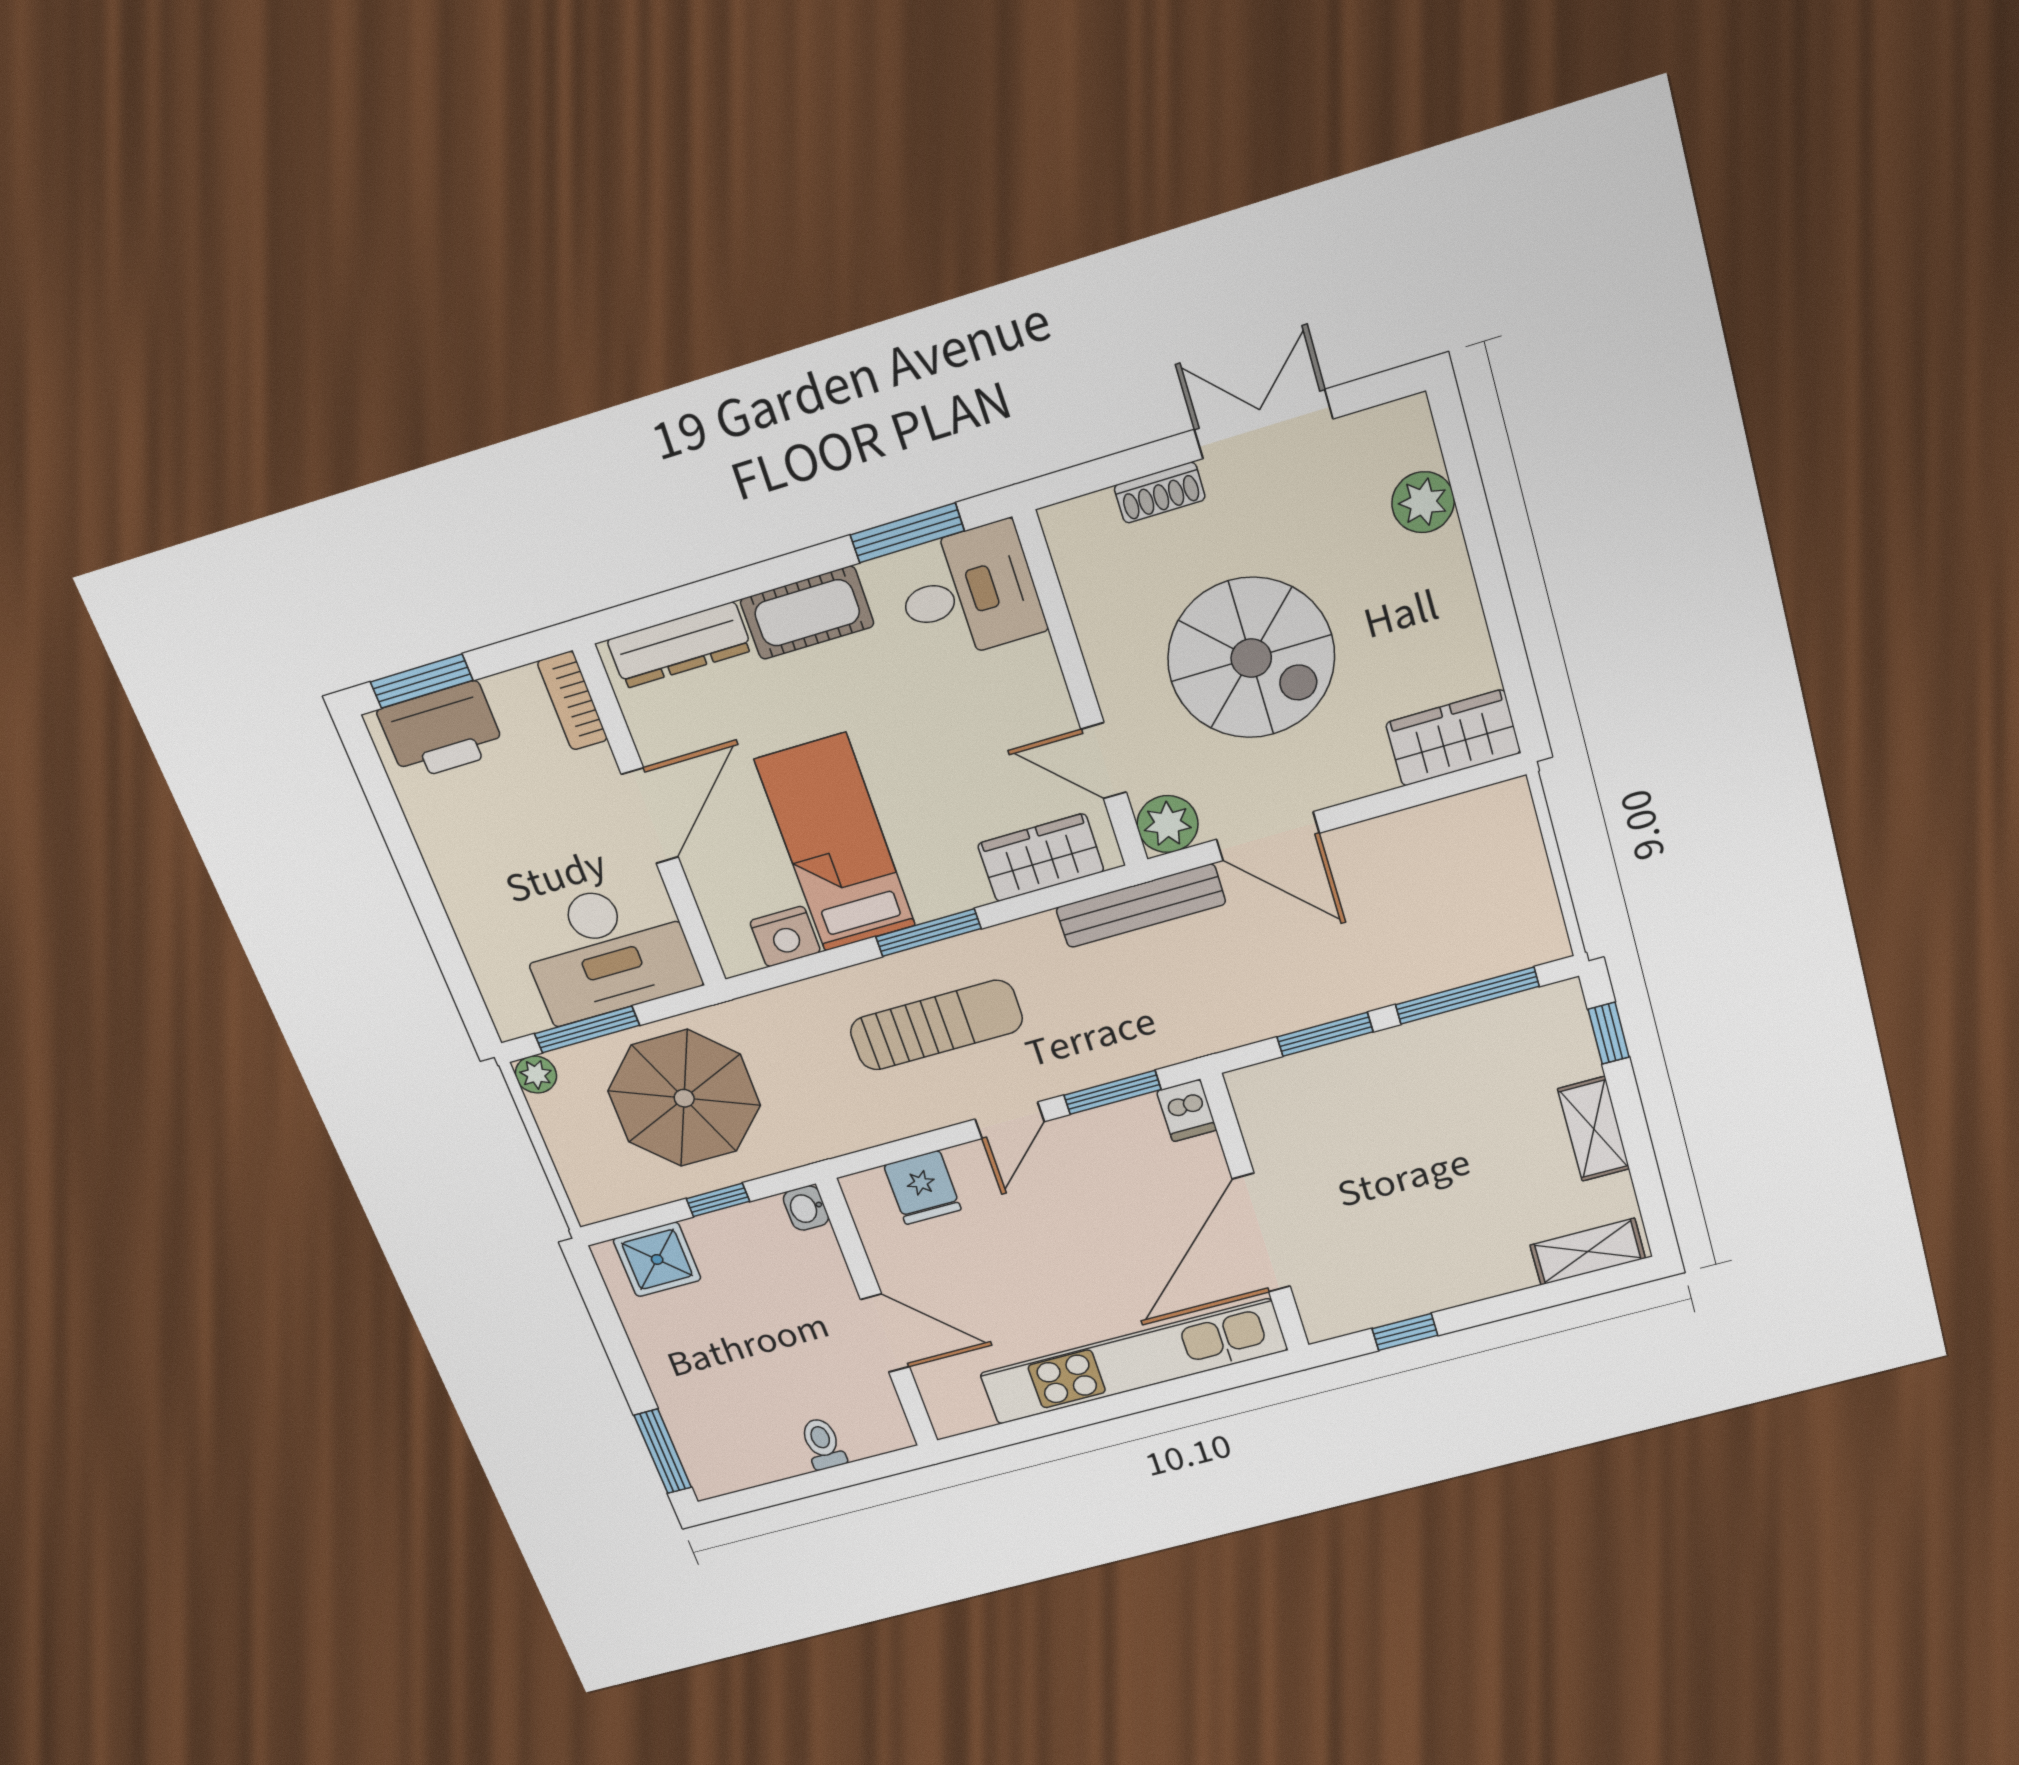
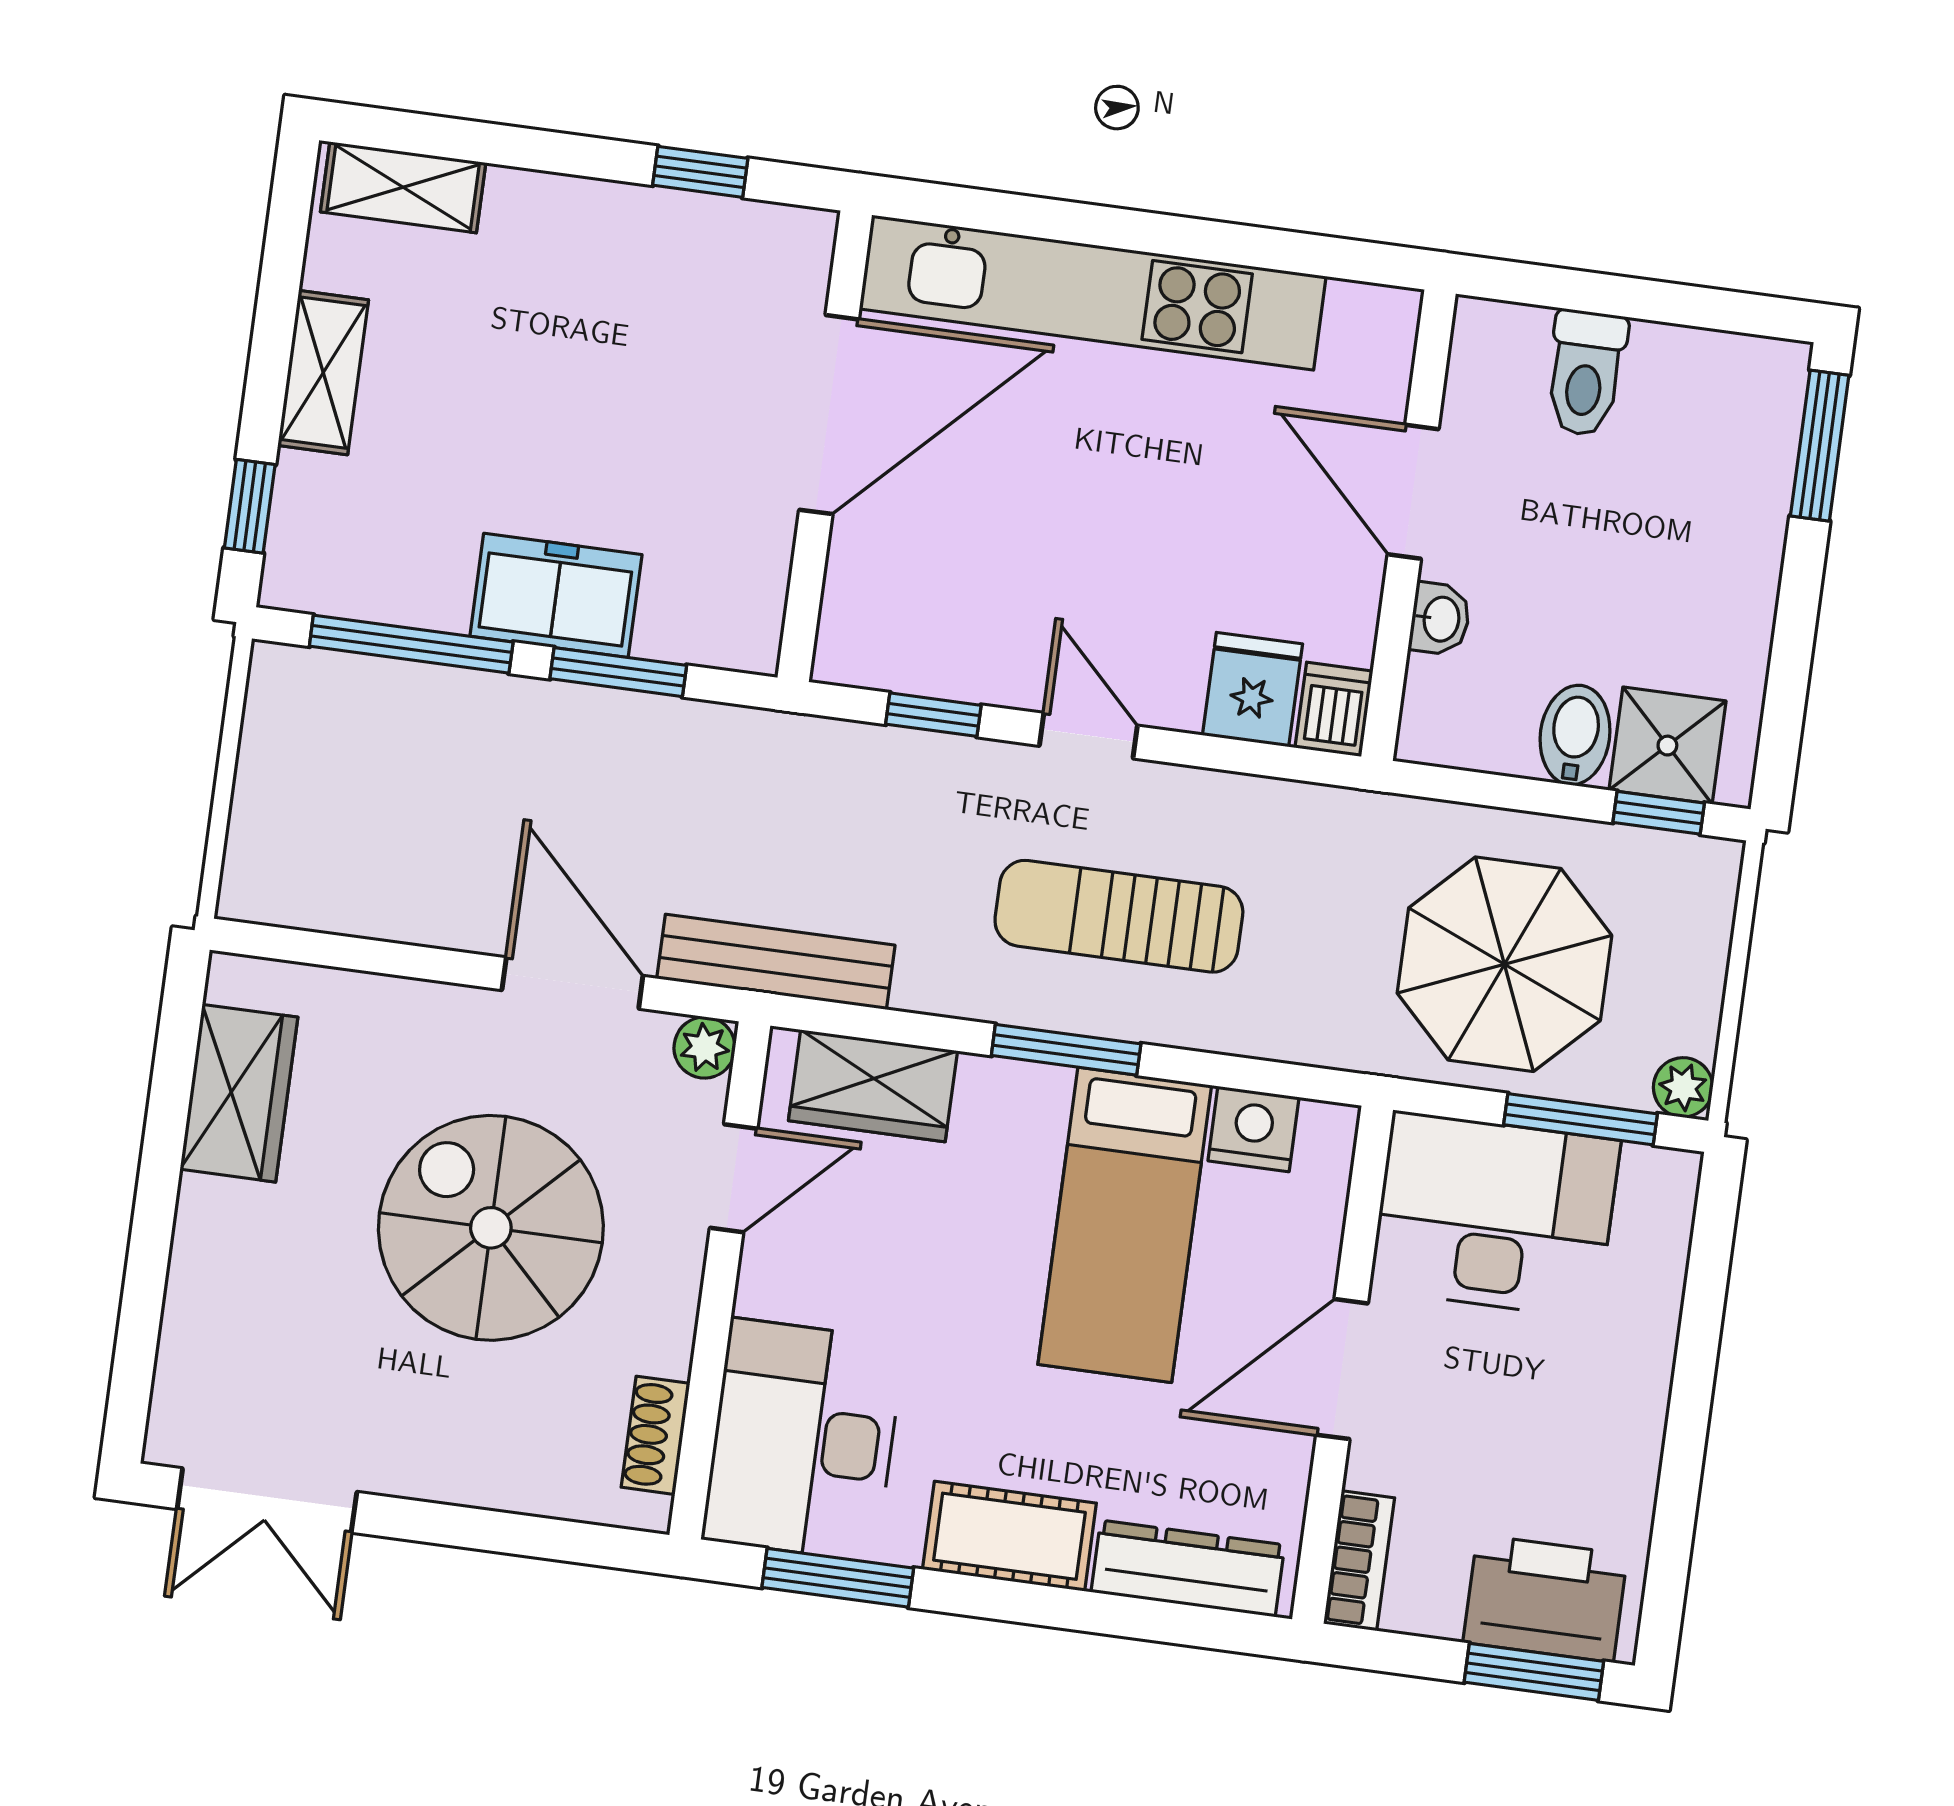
double door: (1264, 424) -> (267, 1501), moved
shoe rack: (1160, 493) -> (656, 1435), moved, turned -90
plant: (1423, 502) -> (200, 1329), removed
desk: (969, 593) -> (803, 1440), width x1.37
wardrobe: (1453, 738) -> (239, 1093), moved, turned -90
door: (1104, 761) -> (734, 1178), hinge flipped
plant: (1168, 824) -> (705, 1048), width x0.73, depth x0.73
freezer: (1386, 1062) -> (556, 595), added
window: (1112, 1092) -> (933, 715), width x0.67
dishwasher: (1187, 1111) -> (1334, 709), moved
door: (1010, 1120) -> (1088, 736), hinge flipped
window: (718, 1200) -> (1659, 813), moved
washbasin: (806, 1208) -> (1440, 619), moved
bidet: (715, 1243) -> (1575, 735), added
toilet: (823, 1444) -> (1586, 373), width x1.37, depth x1.39

